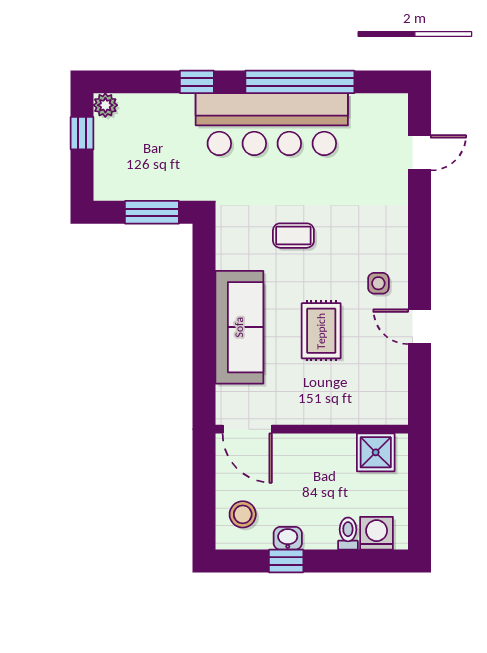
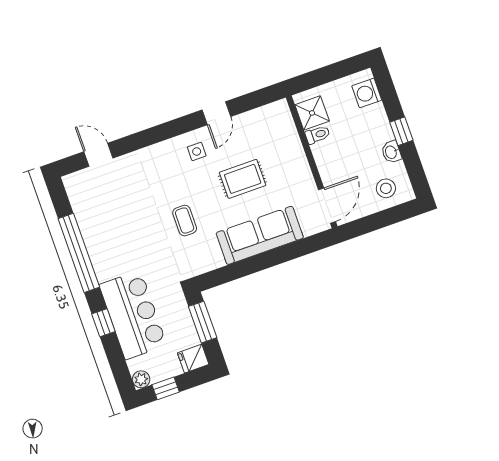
bar counter: (272, 124) -> (133, 315), moved, width x0.73
fridge: (108, 183) -> (193, 359), added
toilet: (348, 534) -> (318, 135), moved, turned 180
window: (286, 561) -> (401, 131), moved

